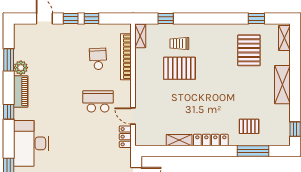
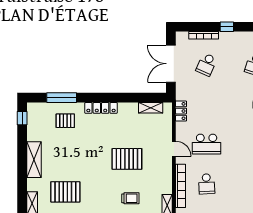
pallet: (249, 50) -> (65, 192), turned 90
pallet: (179, 68) -> (127, 159), moved
door: (133, 116) -> (174, 149), moved
shelving: (179, 140) -> (151, 108), moved

